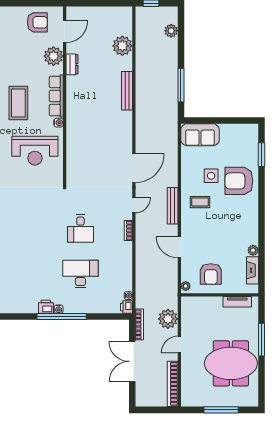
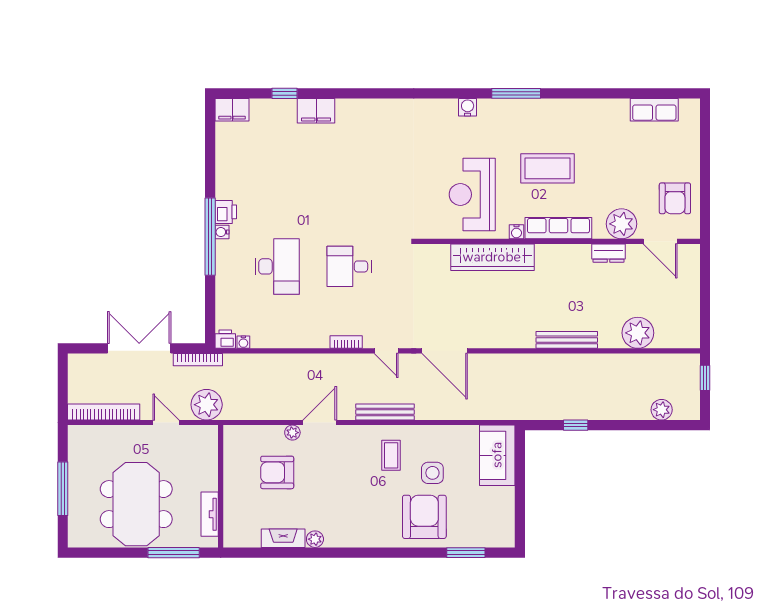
window: (181, 85) -> (576, 425), width x0.46
wardrobe: (75, 138) -> (492, 257), added
plant: (186, 286) -> (292, 433), moved
wall: (220, 295) -> (221, 486), moved
tv unit: (237, 302) -> (210, 514), moved

